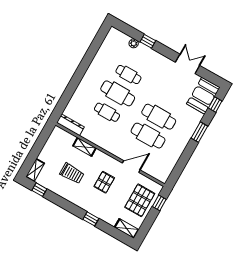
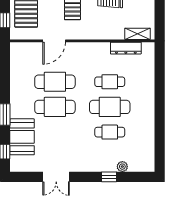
booth: (203, 96) -> (22, 137), moved
dresser: (70, 125) -> (126, 48), moved
shelving: (85, 147) -> (138, 34), moved

